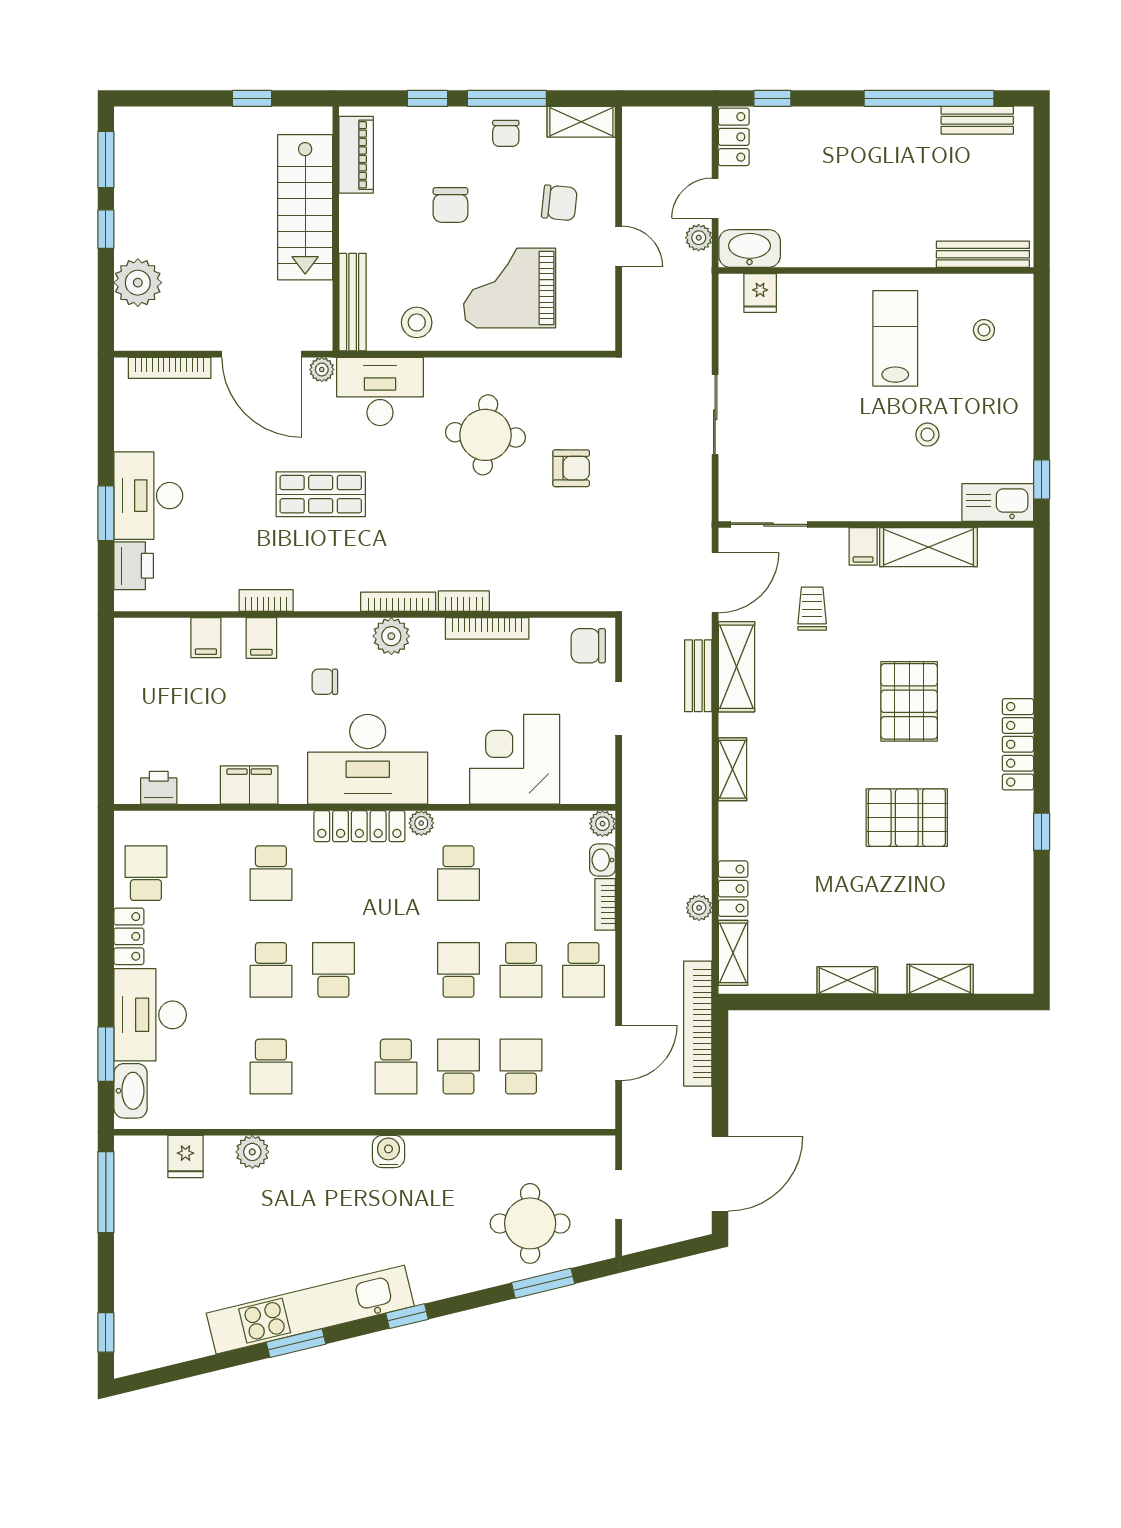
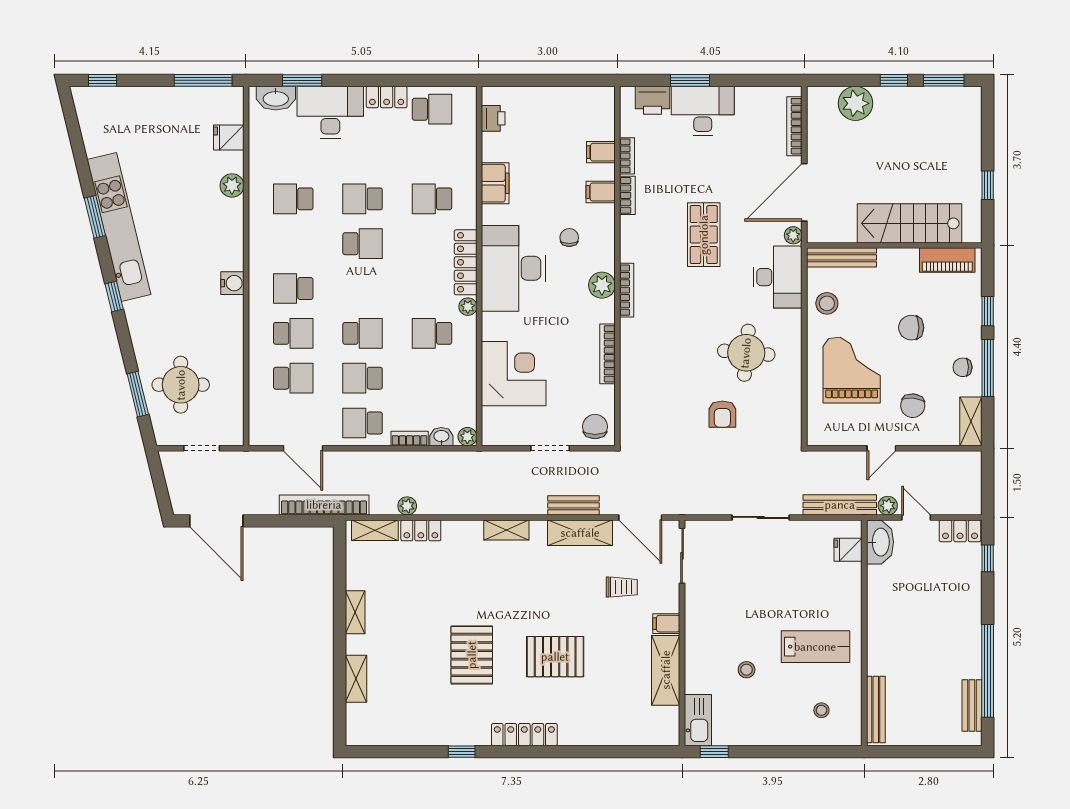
bench: (698, 305) -> (840, 505), added
bookcase: (464, 601) -> (627, 156), moved

